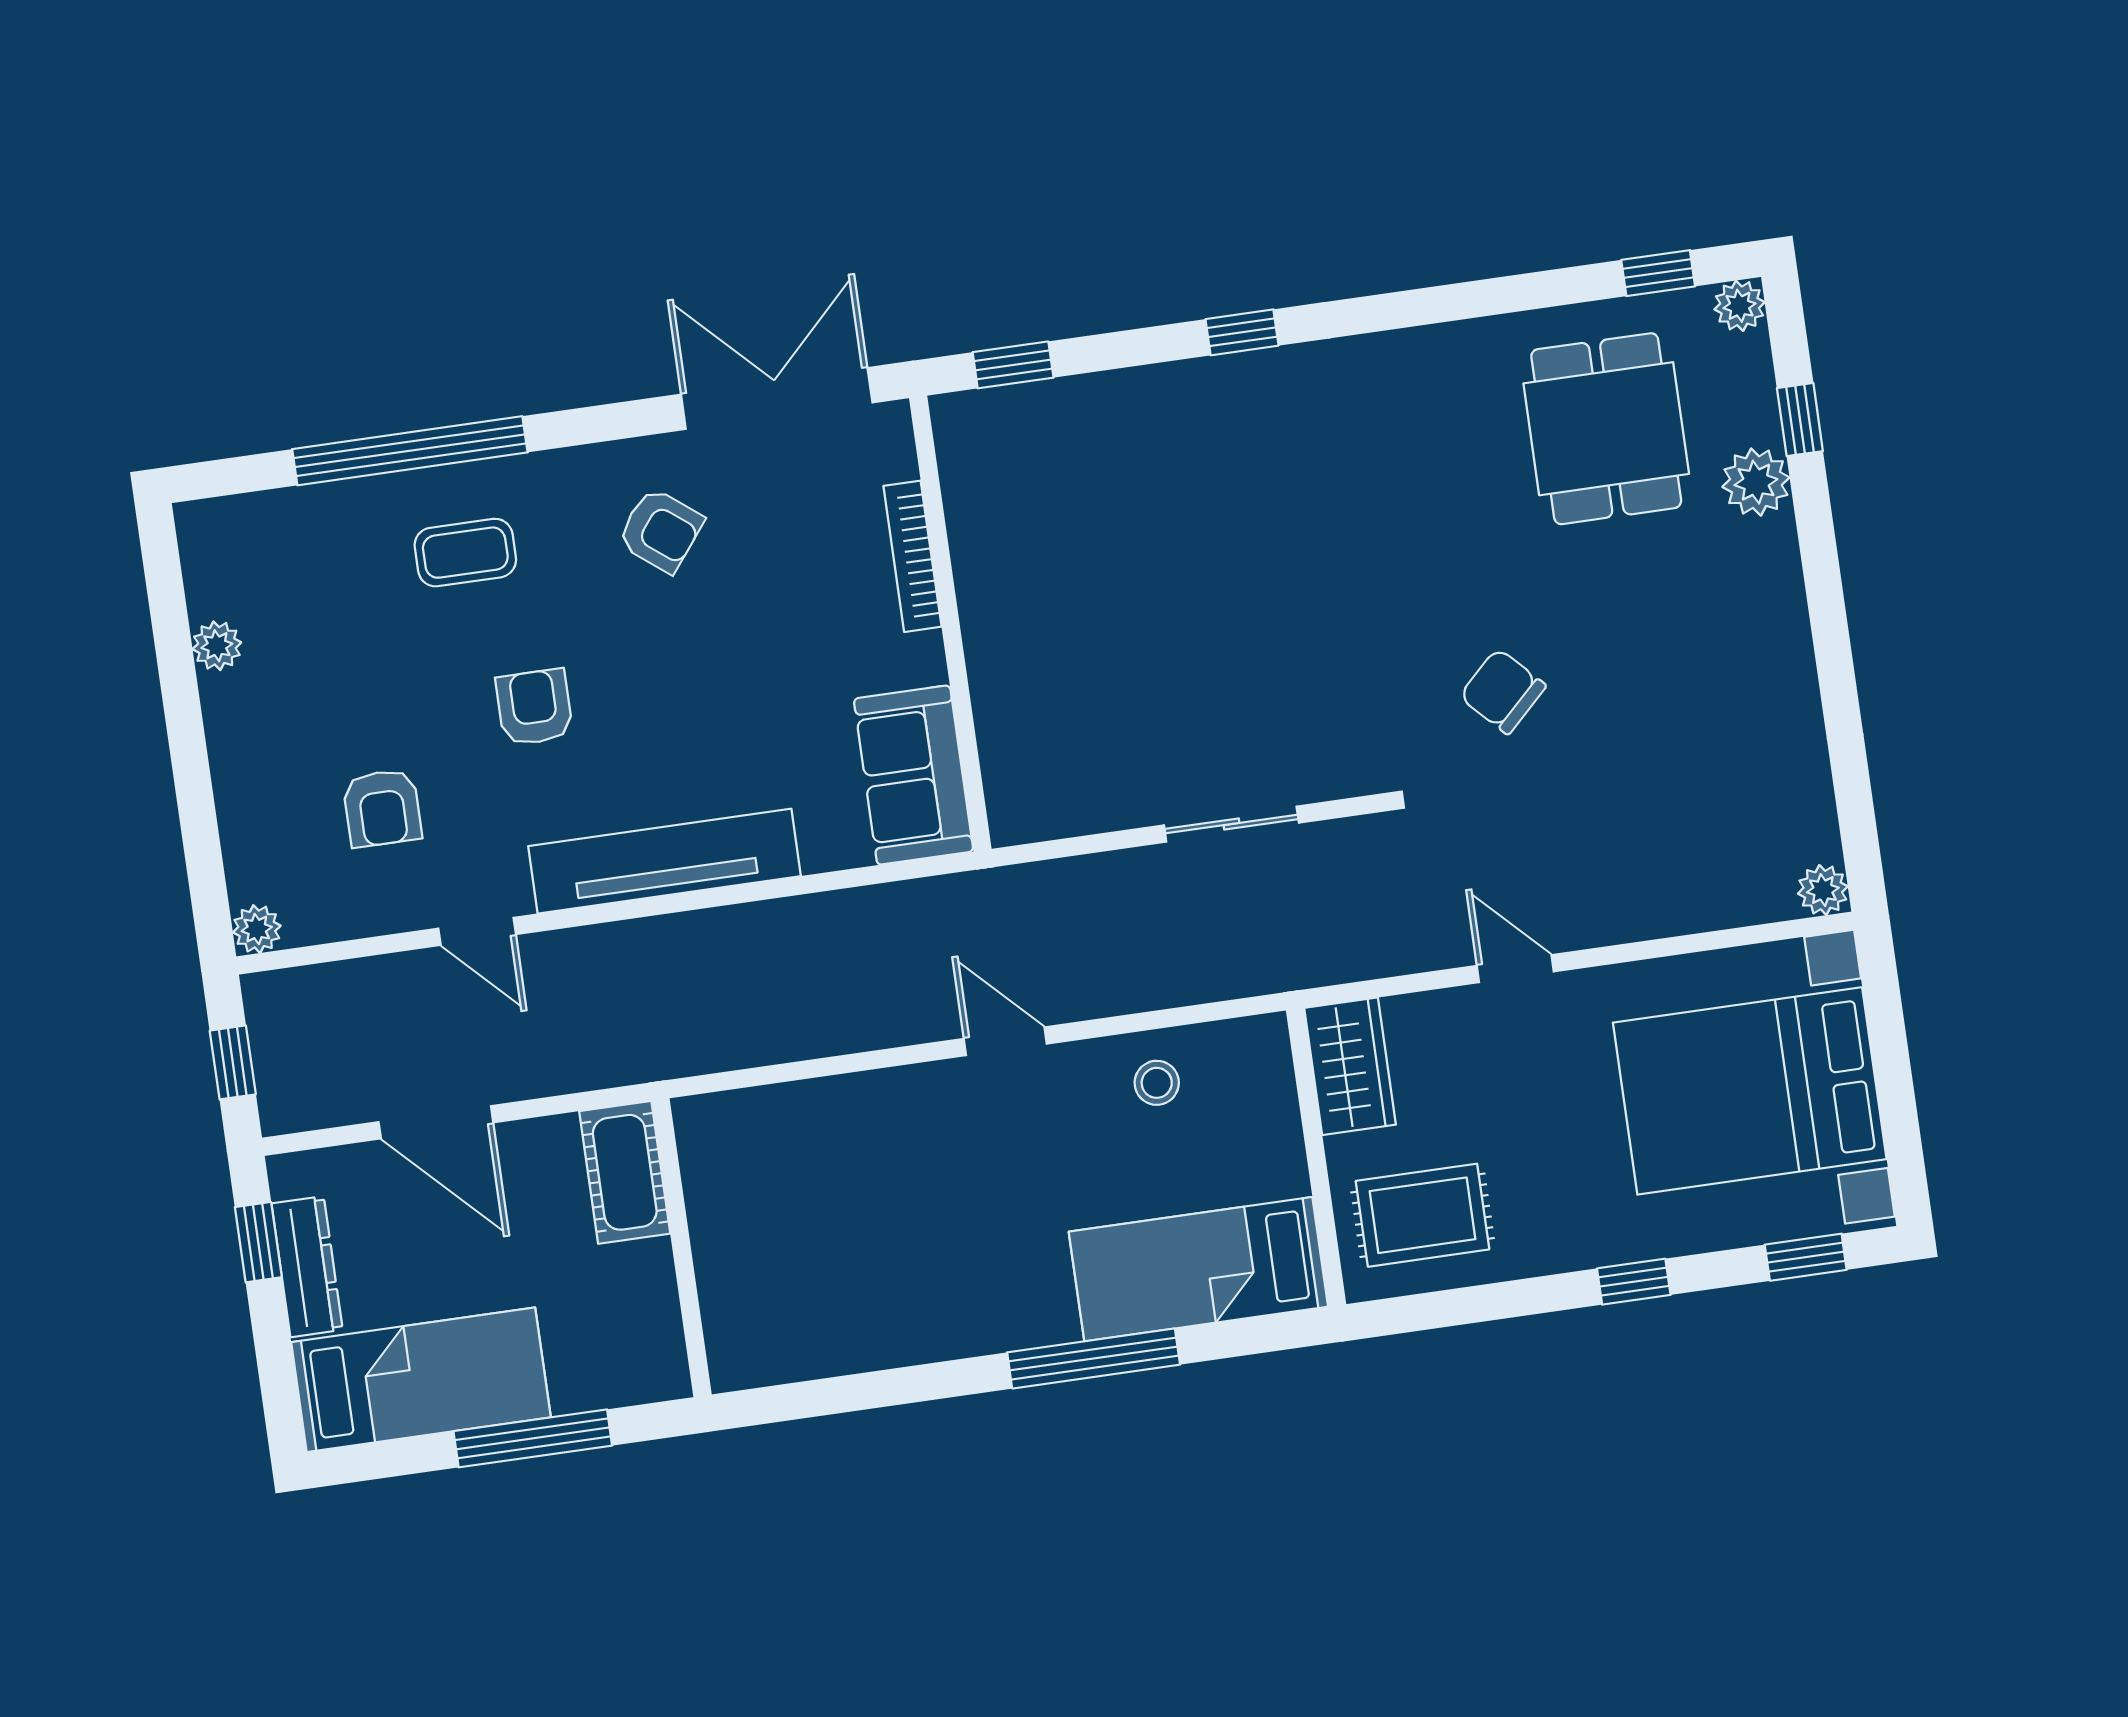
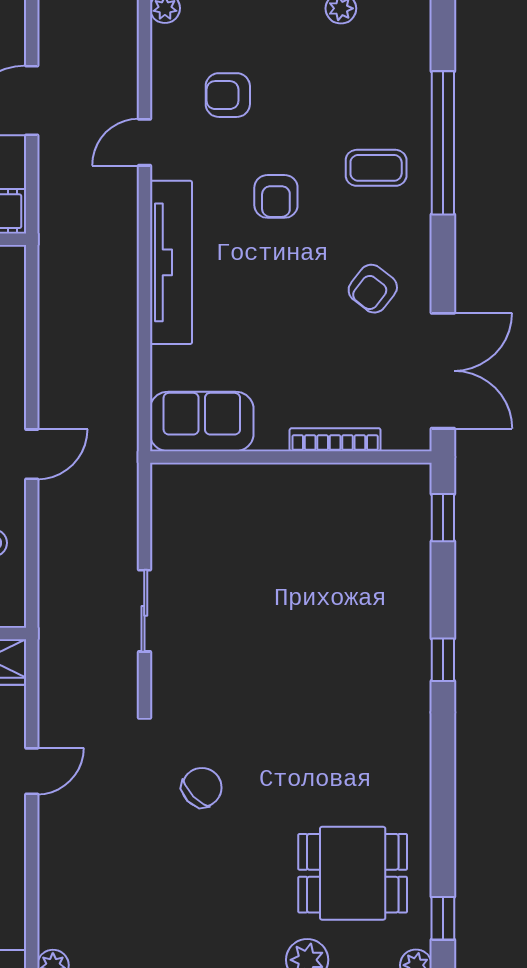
coffee table: (465, 553) -> (376, 168), turned 90
armchair: (534, 707) -> (276, 196), turned 90

